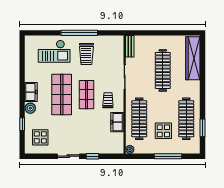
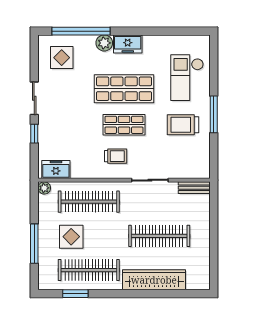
window: (79, 33) -> (214, 114), width x0.68
wardrobe: (193, 58) -> (154, 280), moved
freezer: (117, 122) -> (56, 170), moved
window: (22, 124) -> (81, 31), width x3.17

